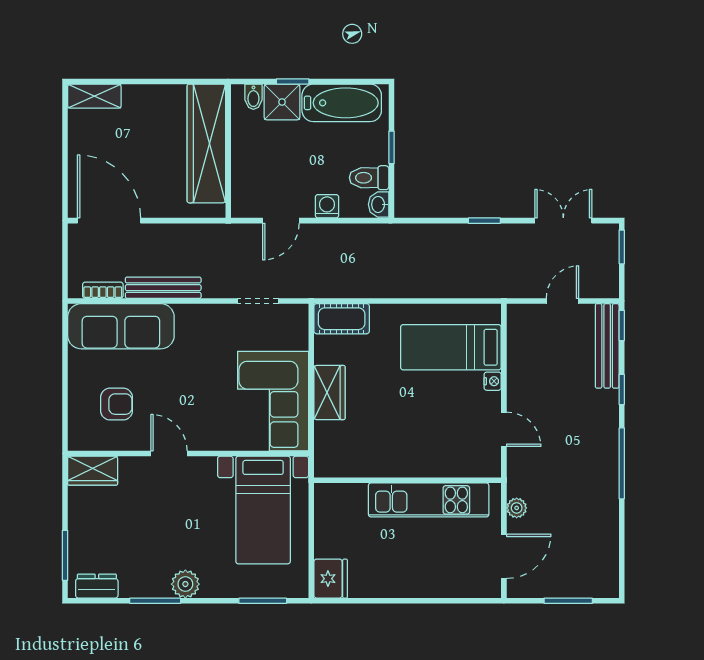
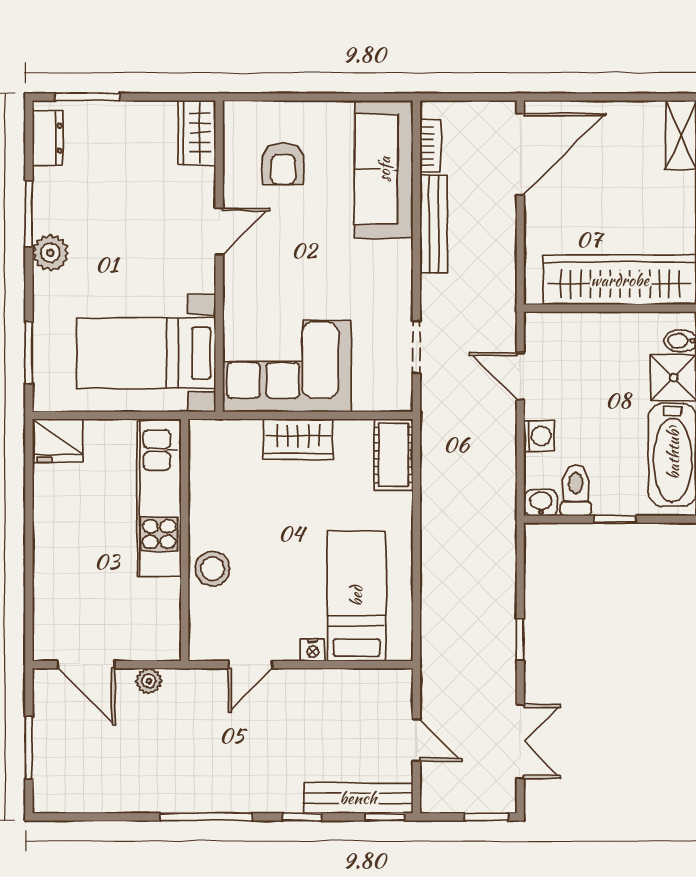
stool: (430, 459) -> (212, 569), added
kitchen unit: (429, 500) -> (159, 498), moved

